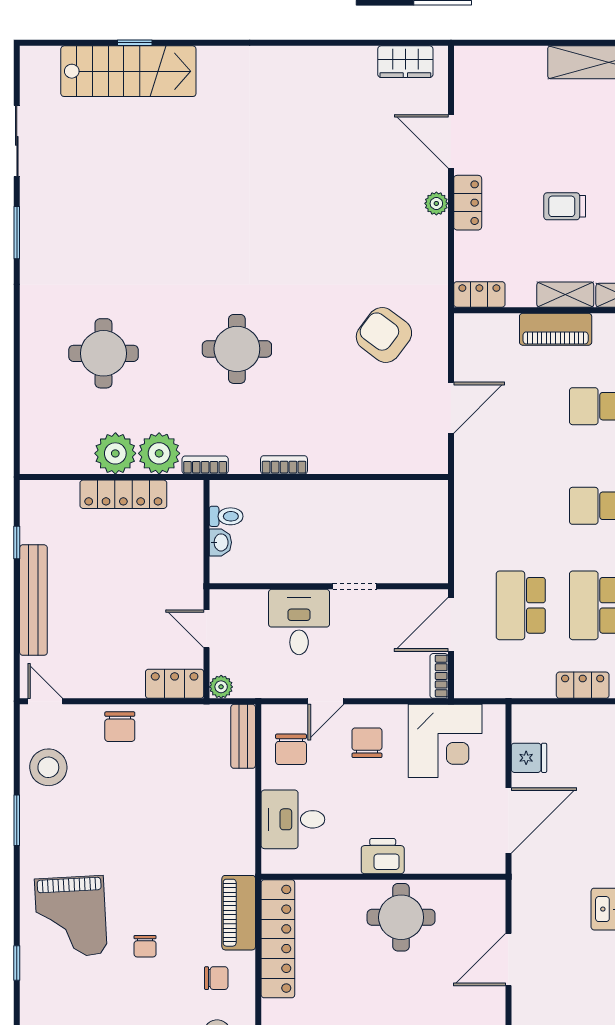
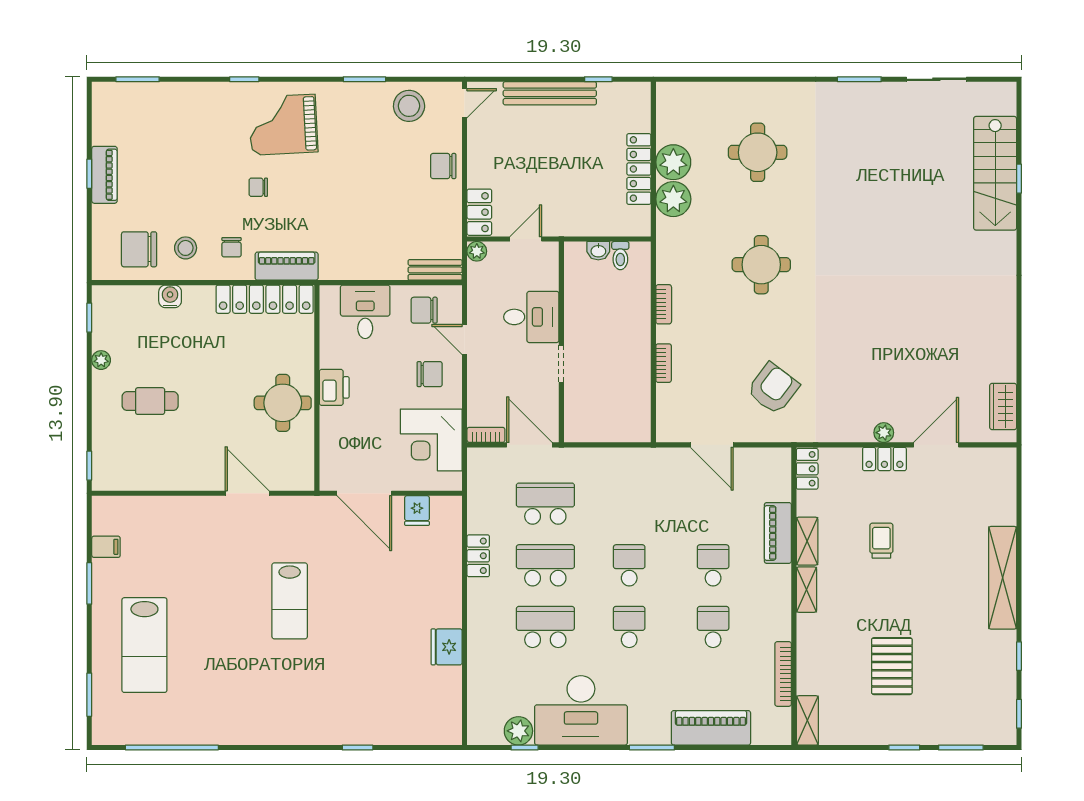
bookcase: (205, 465) -> (664, 363), moved

